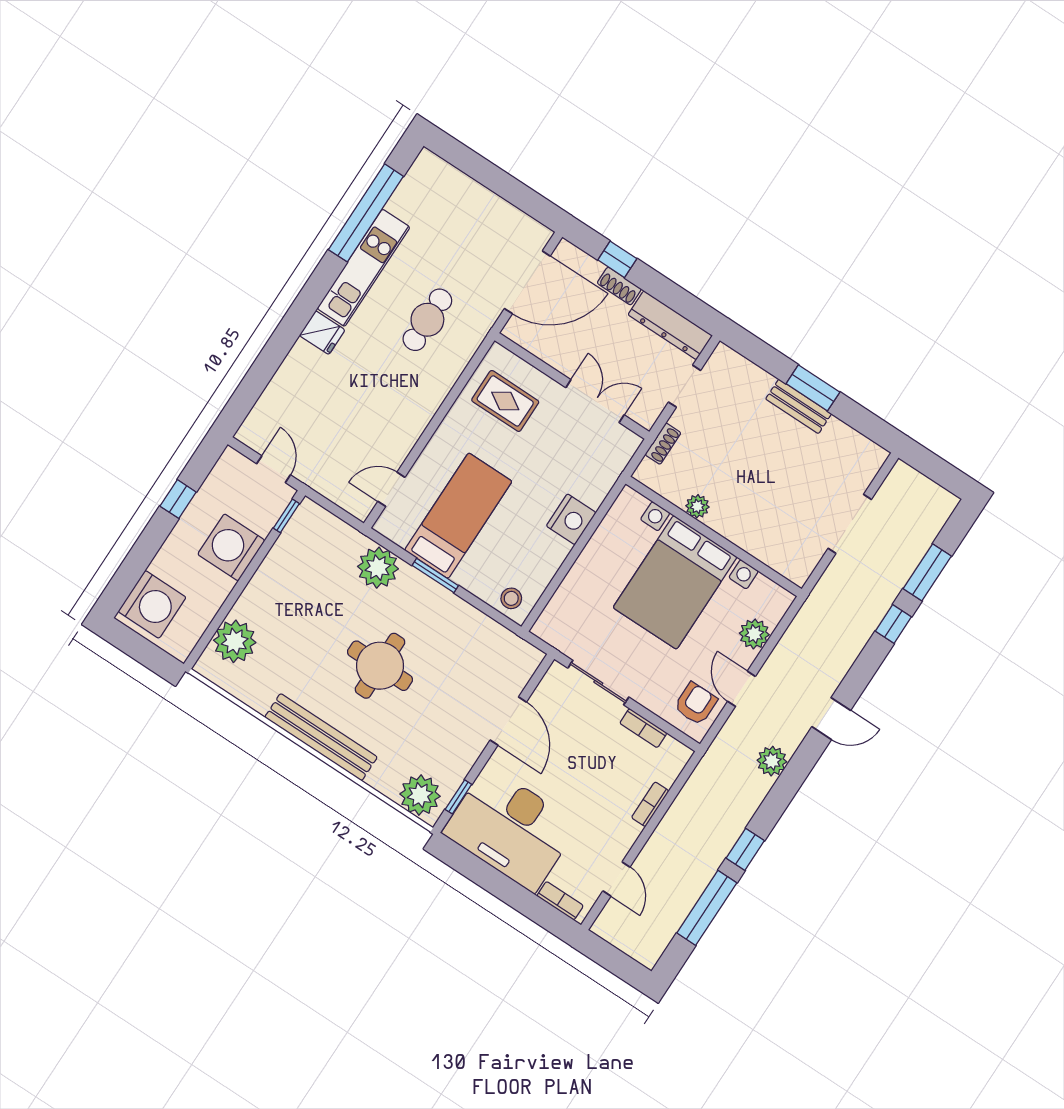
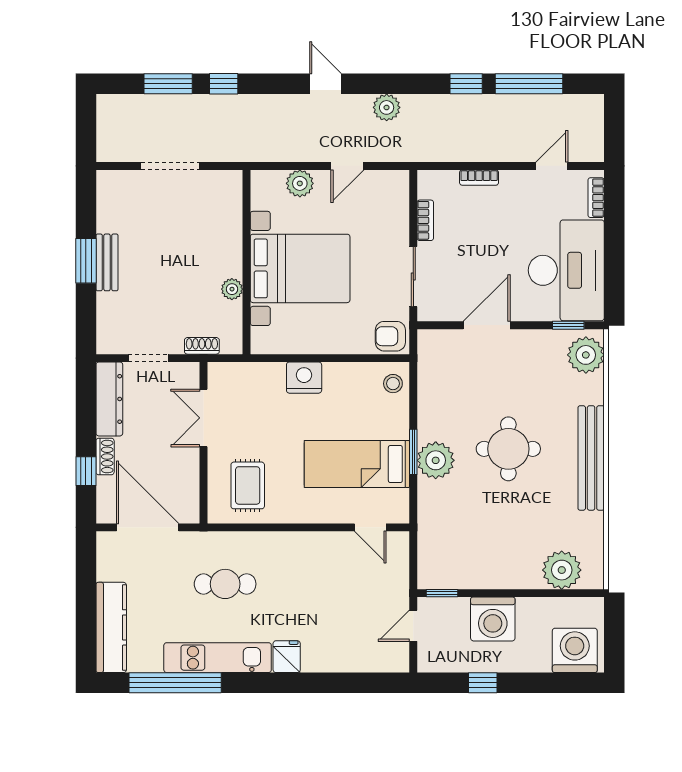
kitchen counter: (457, 187) -> (111, 627), added
plant: (378, 568) -> (436, 460), moved
armchair: (696, 704) -> (390, 336), moved

